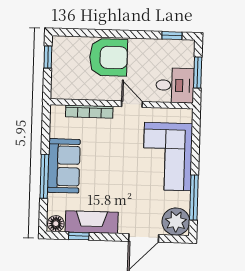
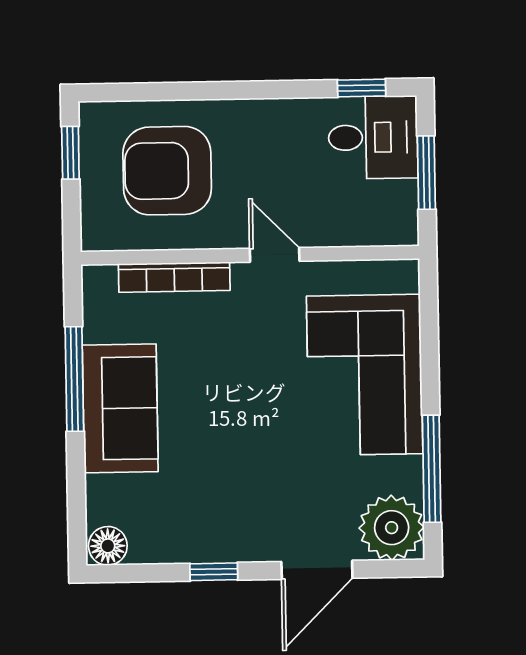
armchair: (108, 57) -> (167, 171), moved, turned 180
desk: (175, 85) -> (373, 137), moved
window: (44, 176) -> (74, 379), moved
fireplace: (92, 222) -> (192, 538), removed
window: (79, 236) -> (214, 572), moved

